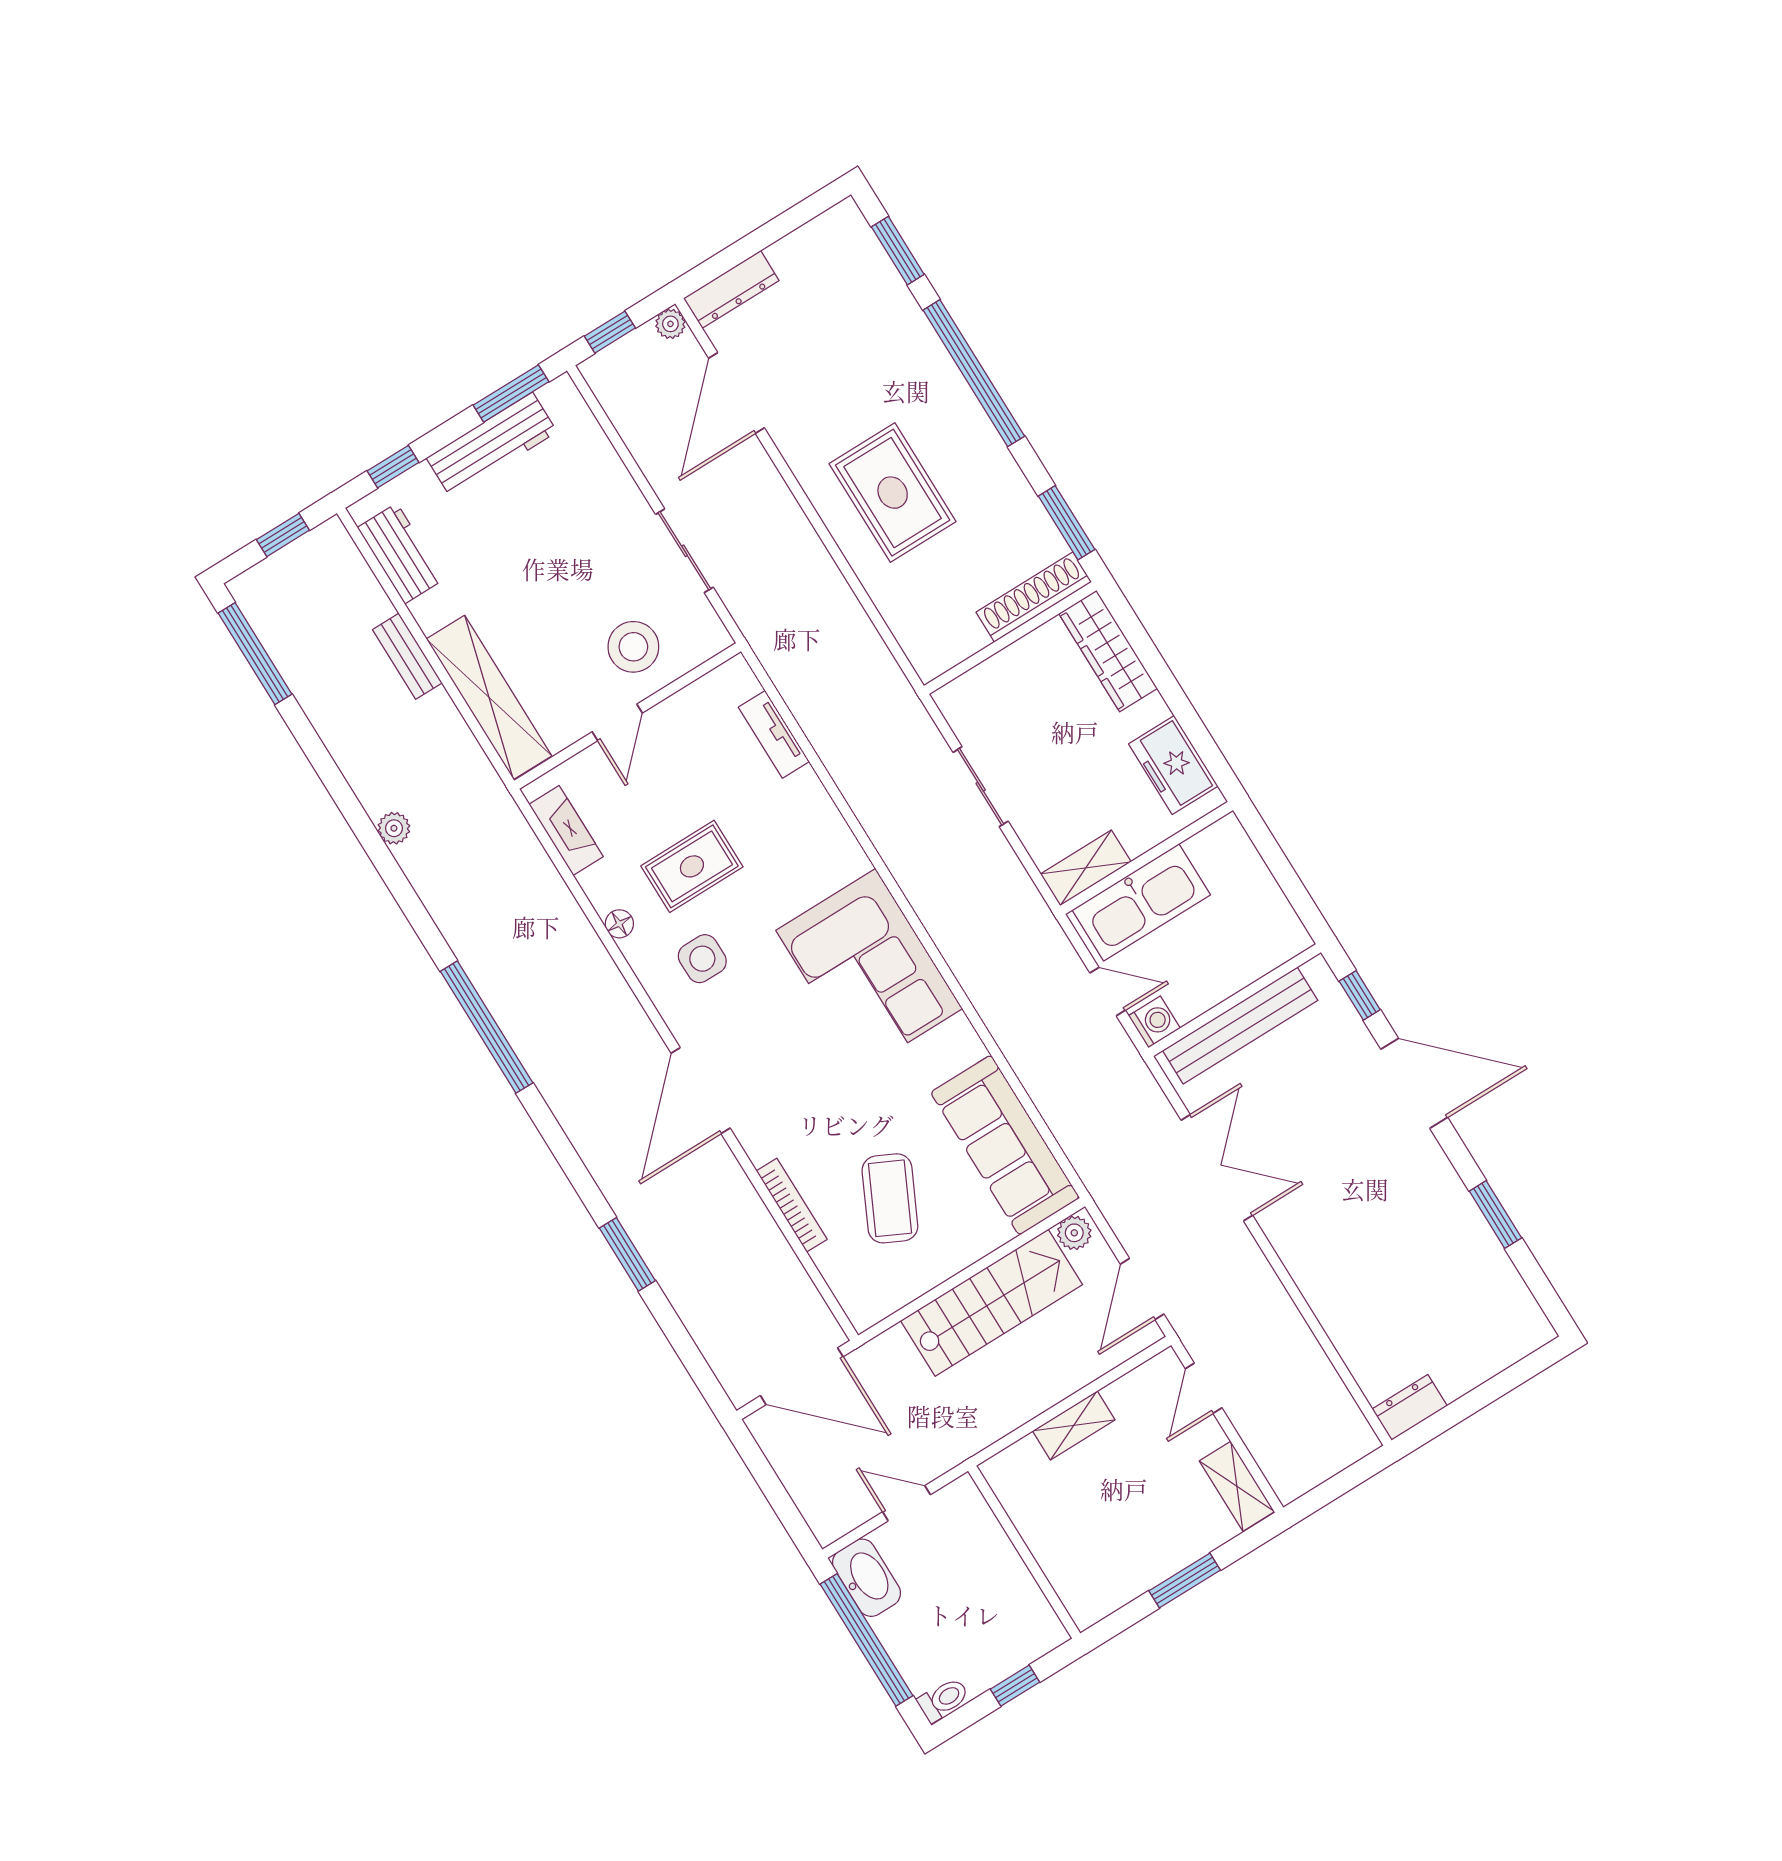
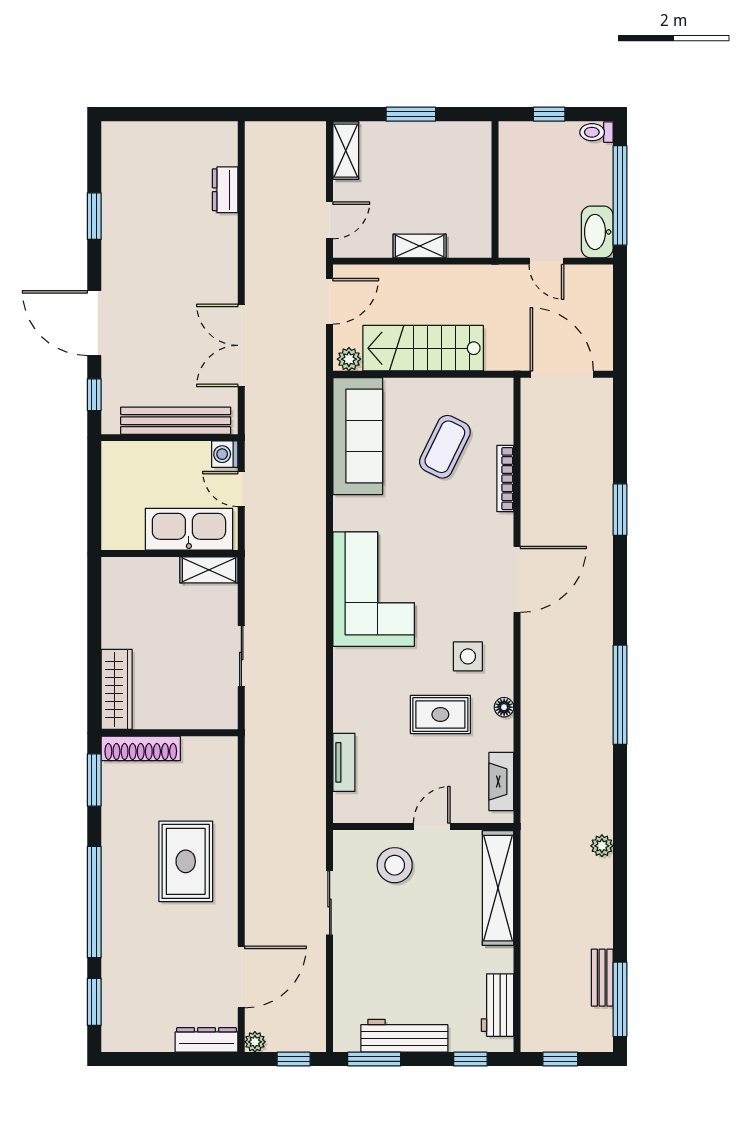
bench: (407, 656) -> (602, 978), moved
freezer: (1173, 765) -> (120, 598), removed
dresser: (1410, 1407) -> (225, 190), moved, turned 90

